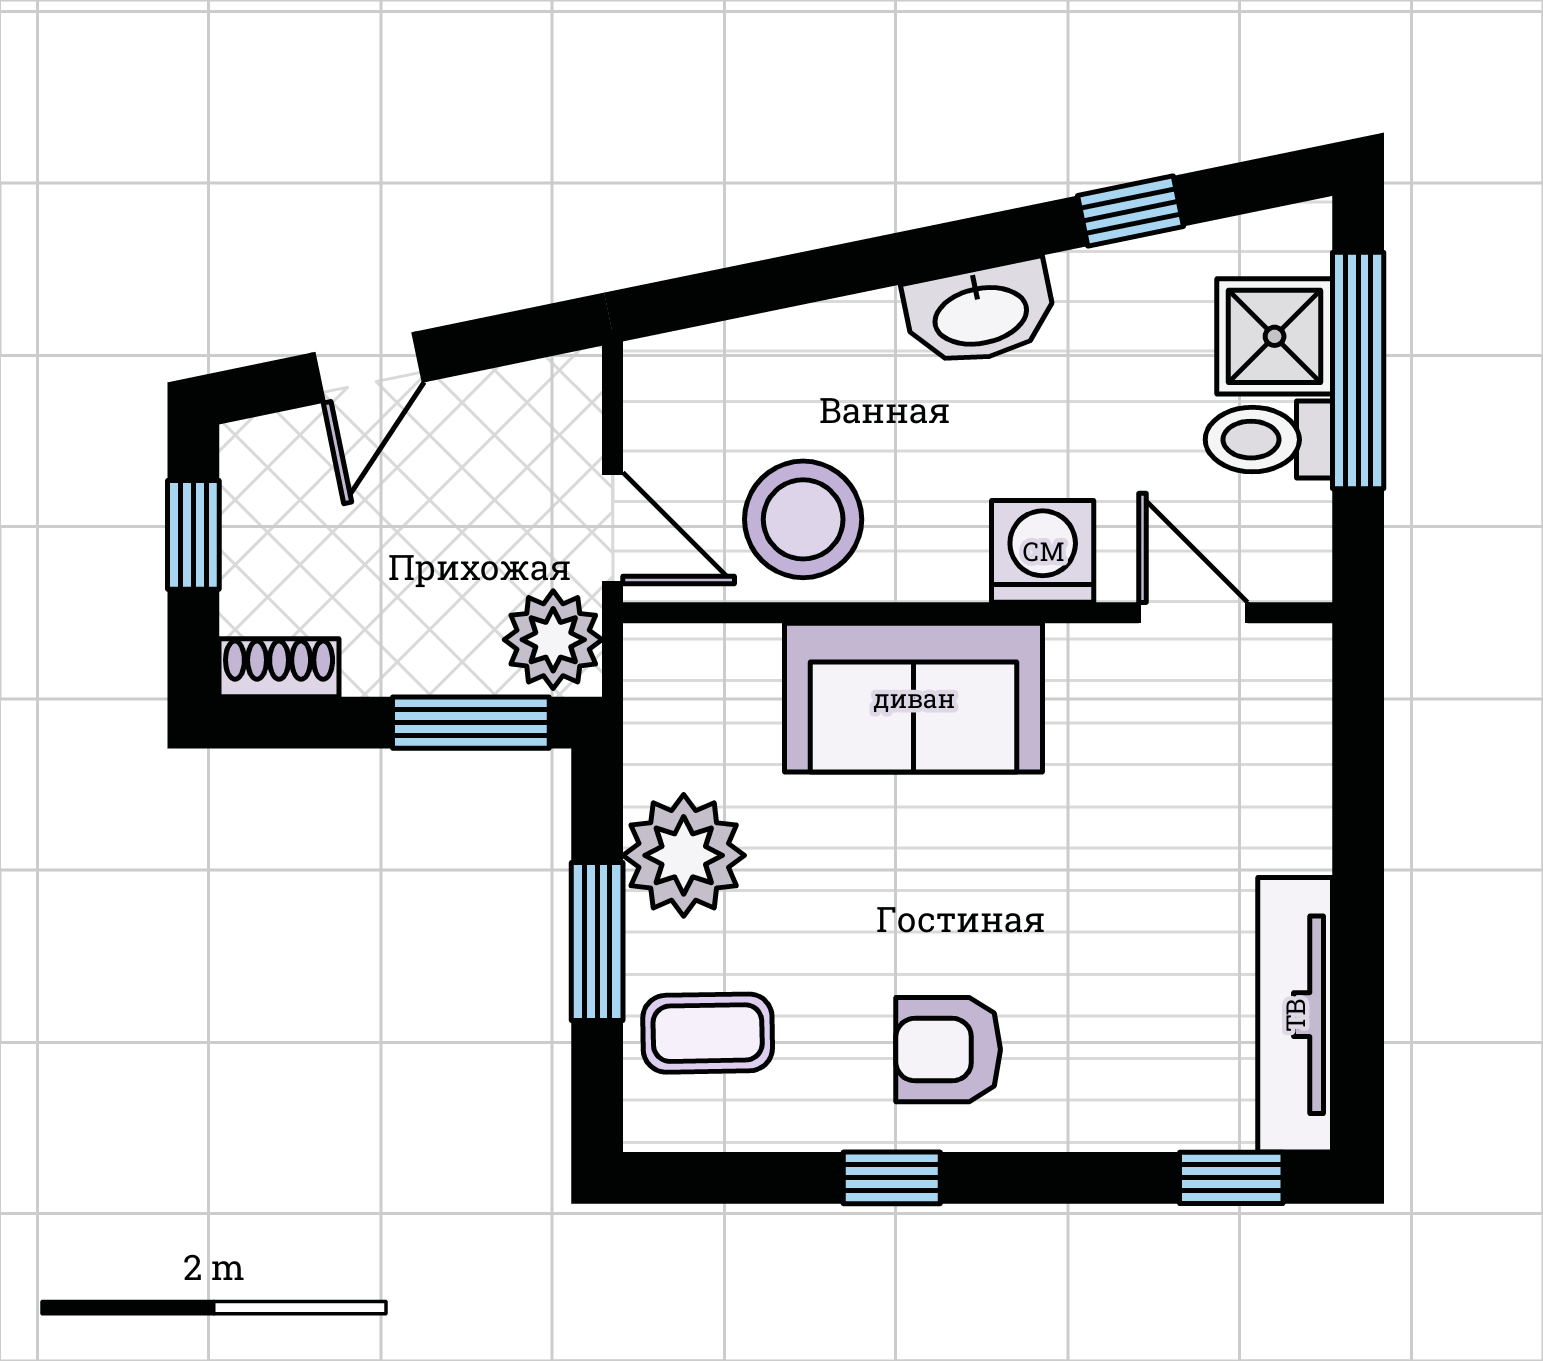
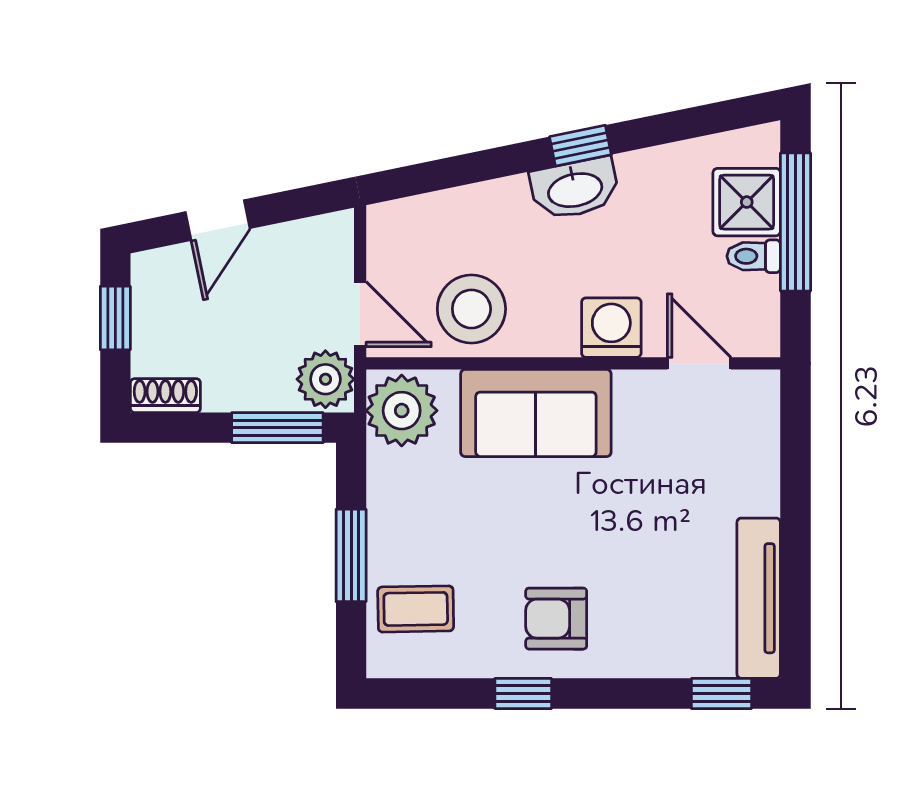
window: (1131, 211) -> (580, 146), moved
toilet: (1269, 440) -> (754, 256), width x0.73, depth x0.72
plant: (684, 855) -> (402, 411), moved

